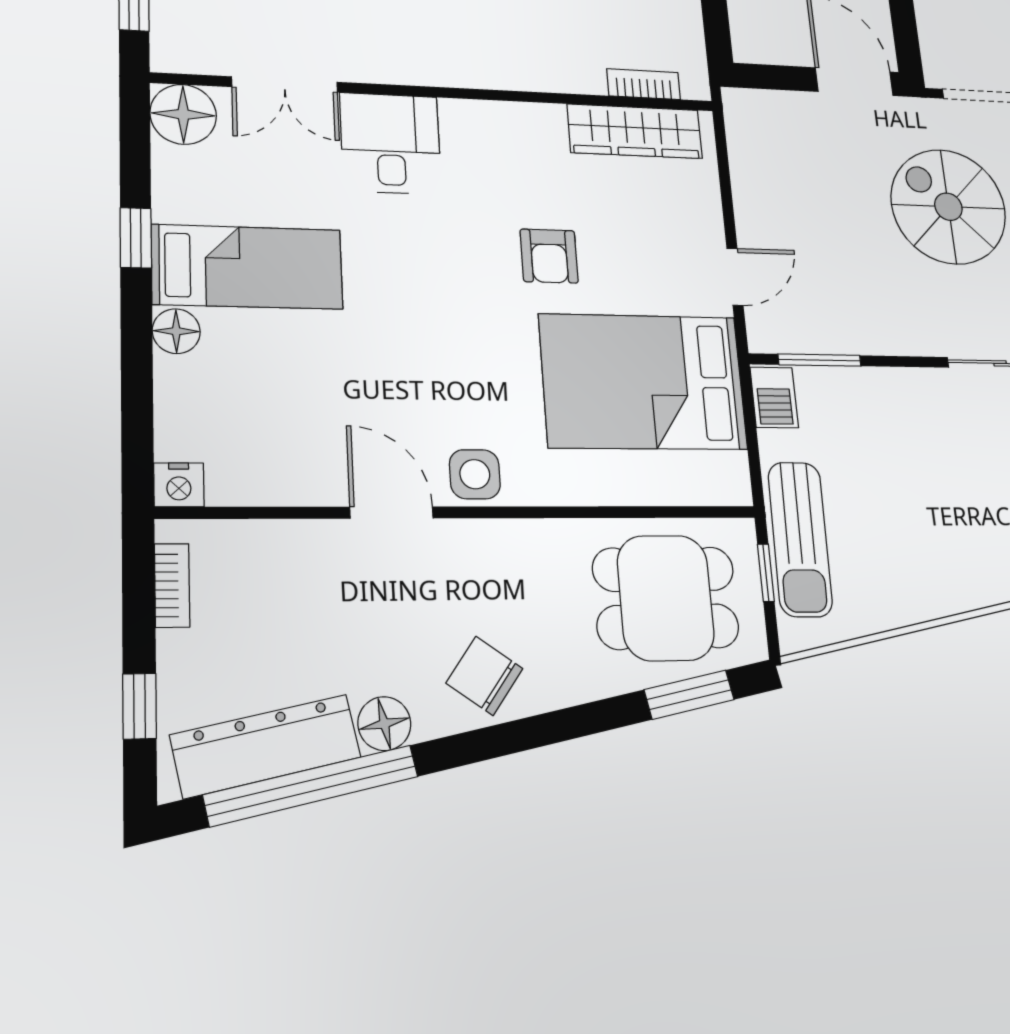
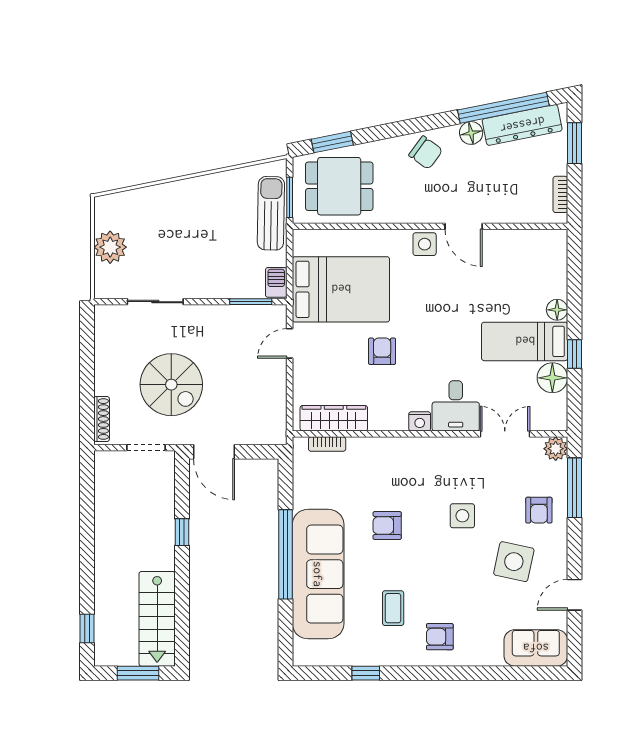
plant: (175, 50) -> (556, 449), added
floor lamp: (183, 114) -> (552, 378), moved
nightstand: (179, 485) -> (420, 421), moved, turned 180
window: (766, 573) -> (290, 197), width x1.50
window: (140, 706) -> (574, 143), width x1.50

